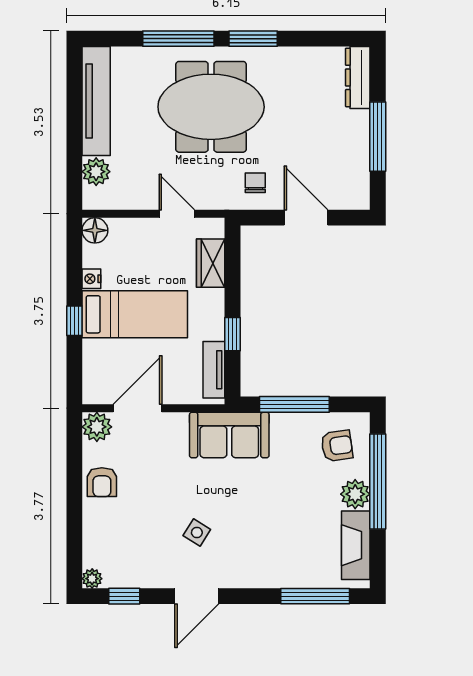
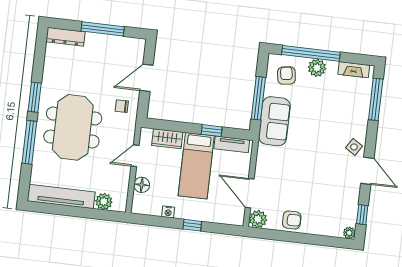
floor lamp: (95, 230) -> (142, 185), moved
bed: (135, 314) -> (196, 166), moved, turned 180
sofa: (229, 435) -> (274, 121), moved
side table: (197, 532) -> (354, 147), moved
fireplace: (356, 545) -> (354, 70), width x0.73, depth x0.76

